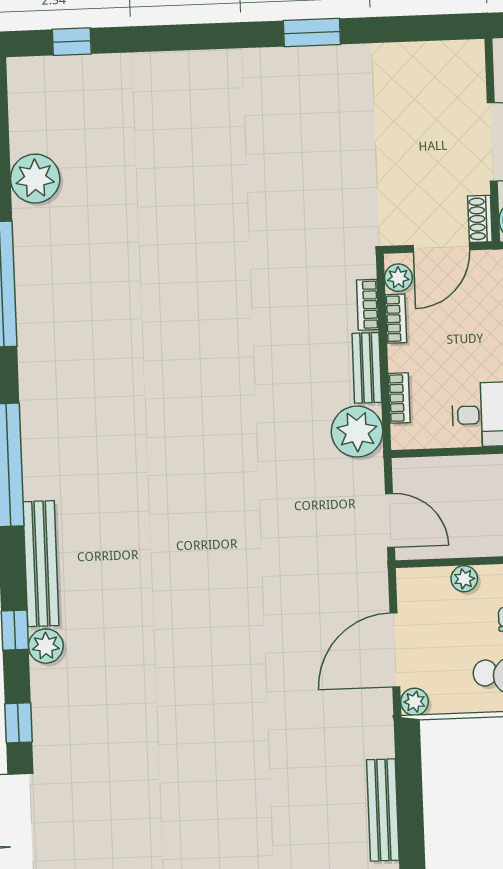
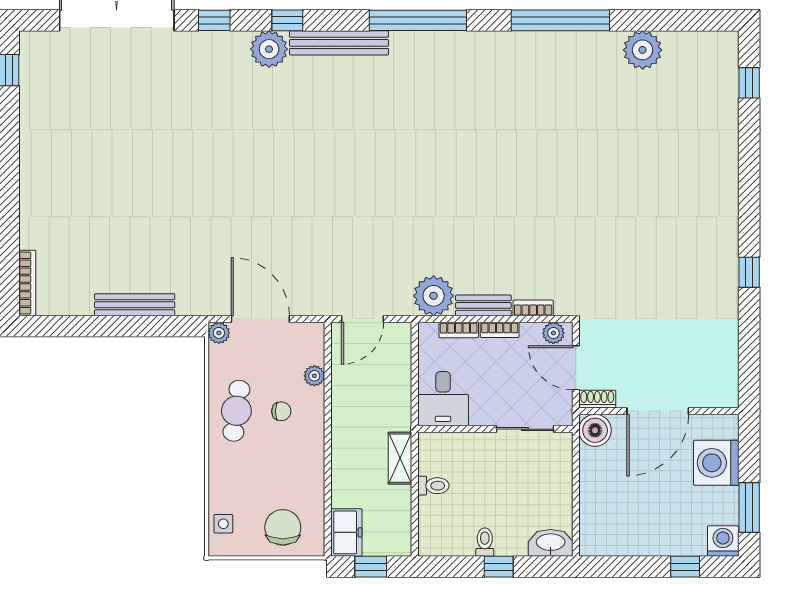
window: (312, 32) -> (749, 272), width x0.67
bookcase: (396, 319) -> (500, 330), moved
plant: (46, 646) -> (269, 49), width x1.36, depth x1.36

